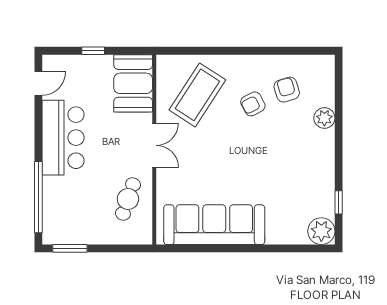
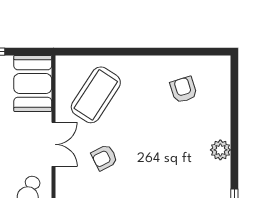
armchair: (253, 104) -> (104, 158), moved
plant: (324, 118) -> (220, 150), moved

